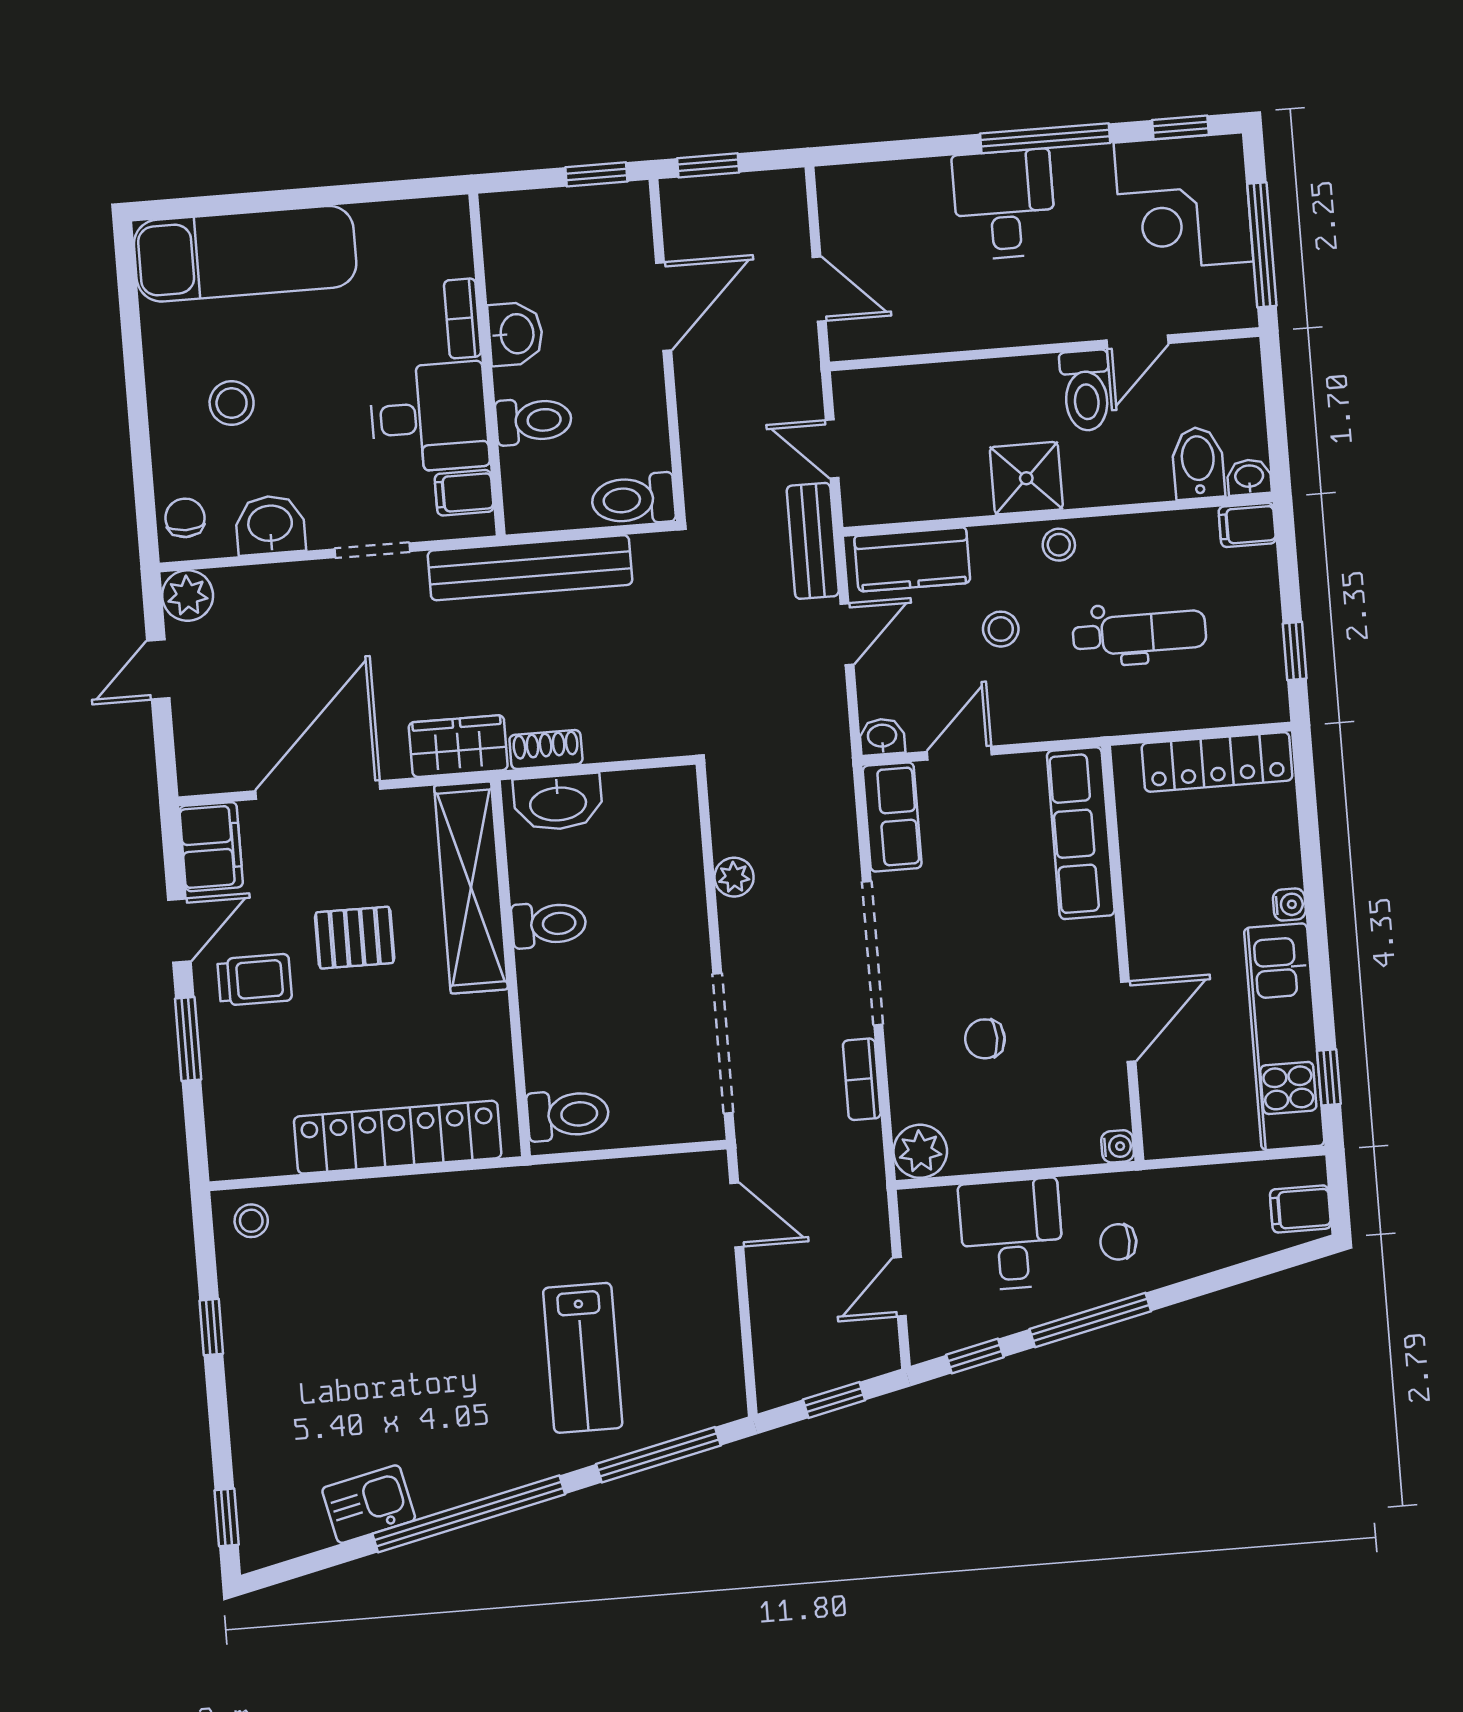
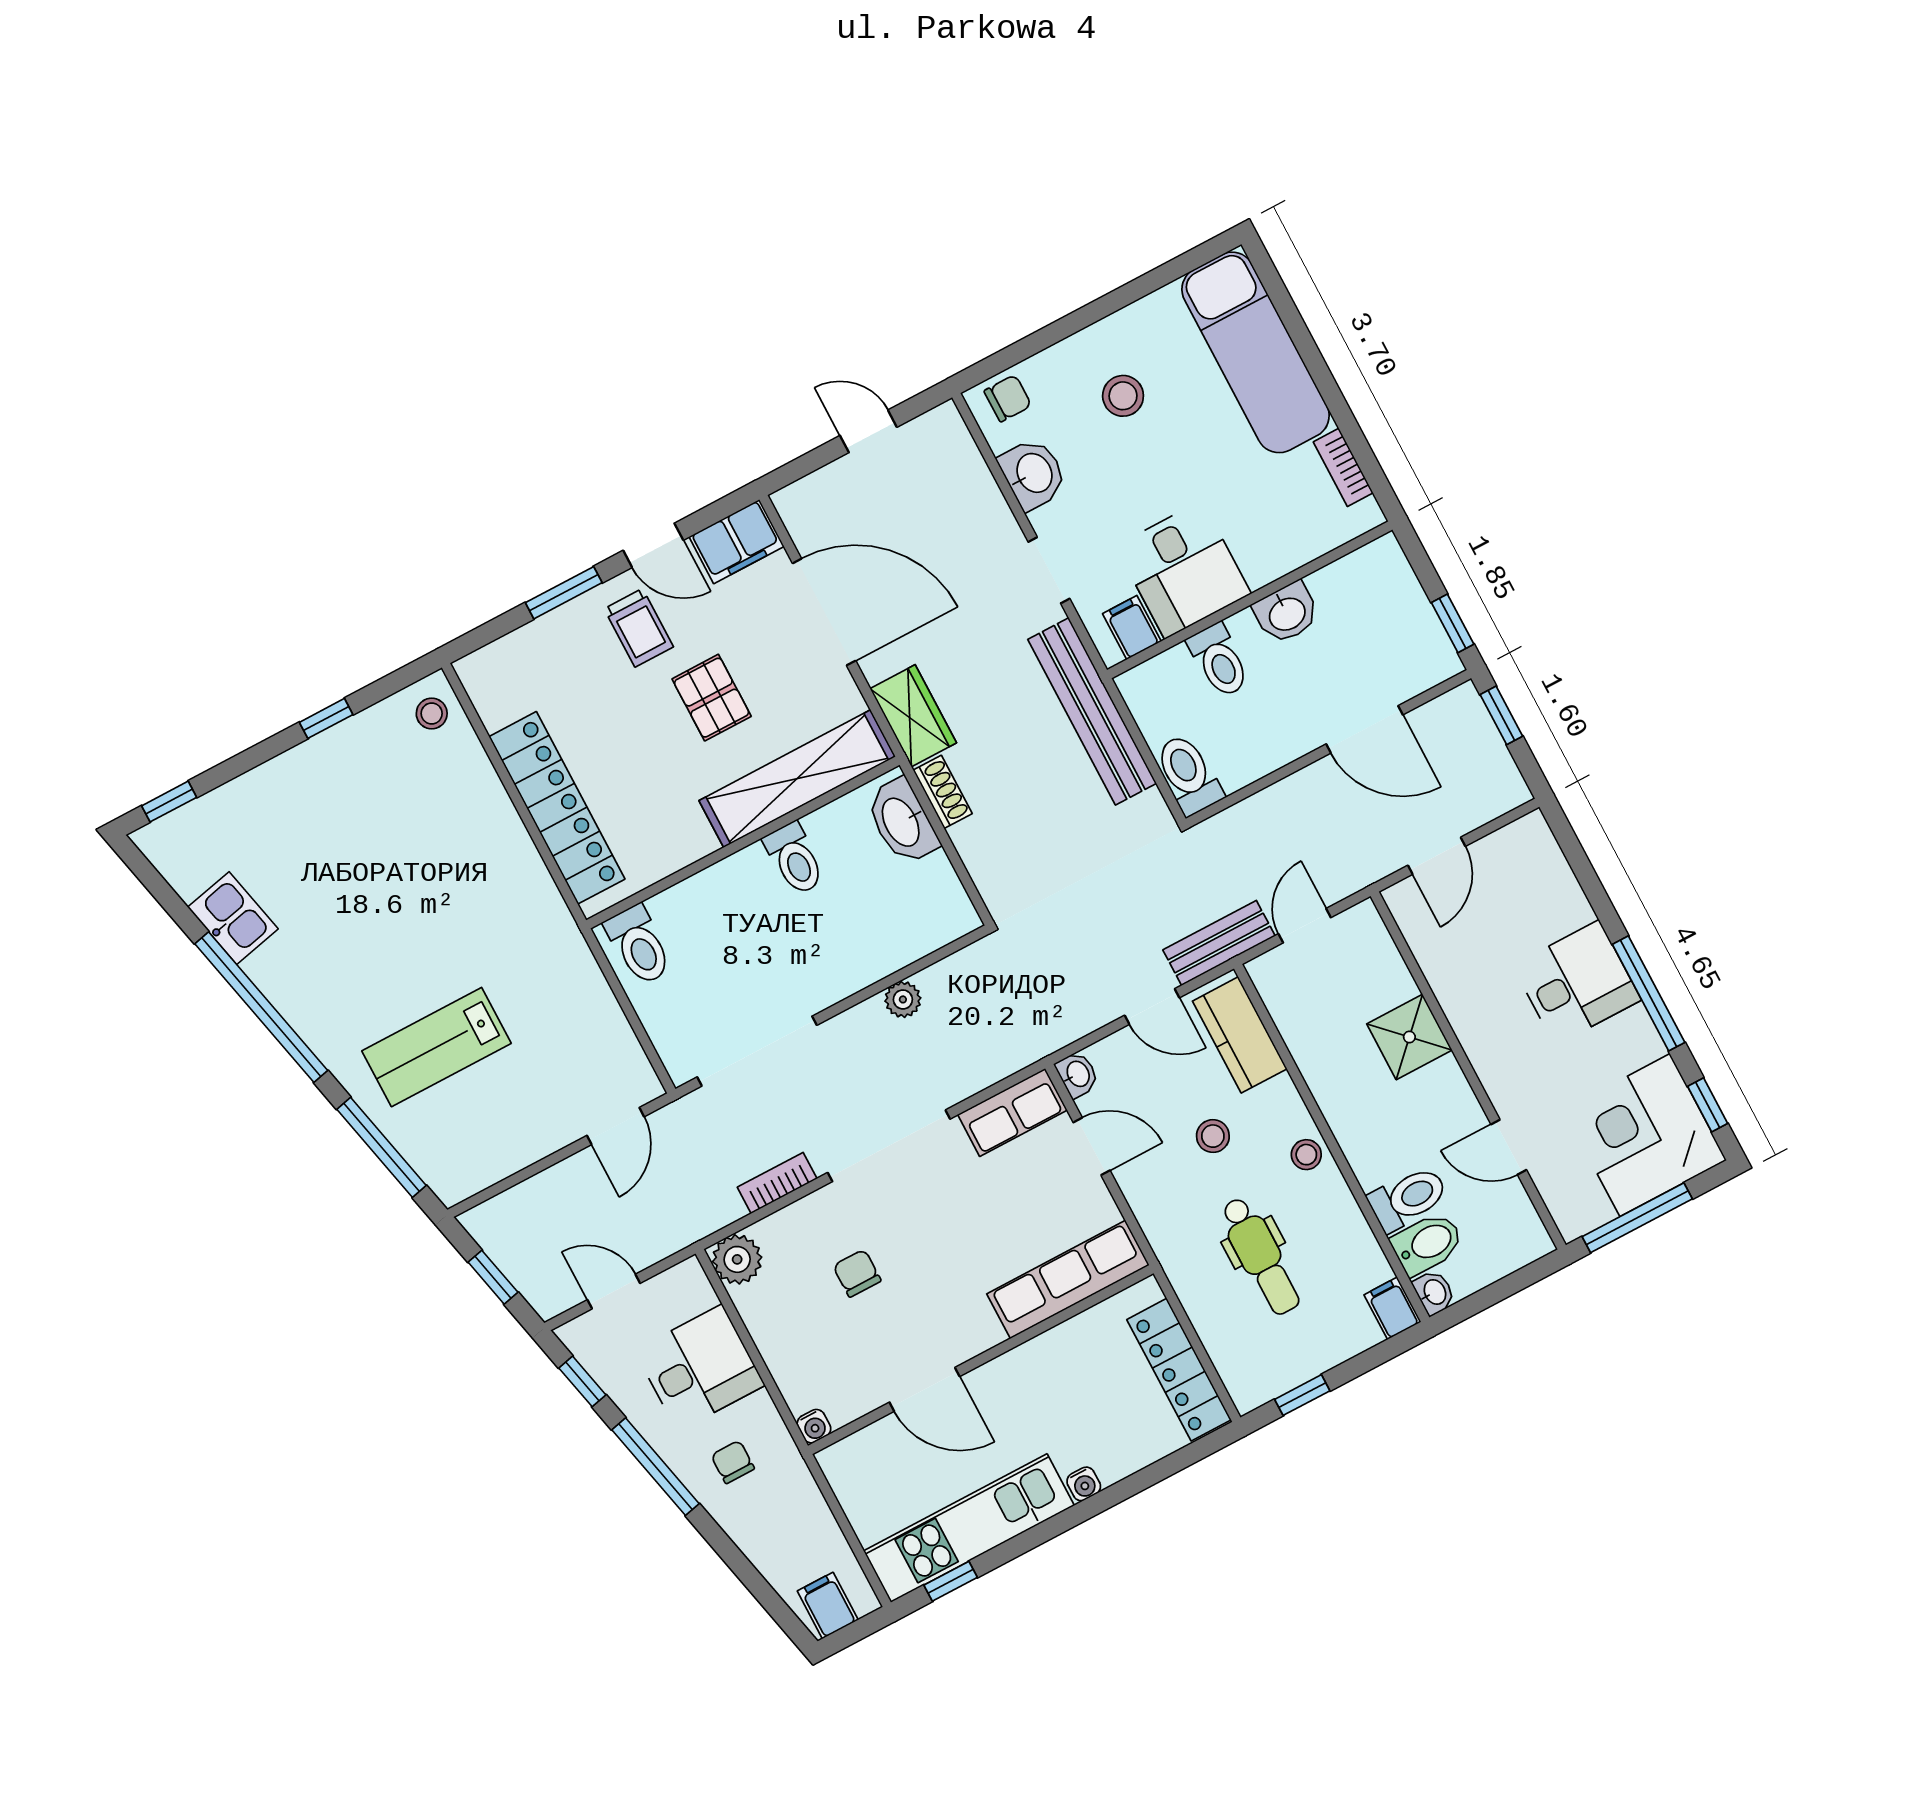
bookcase: (462, 318) -> (1343, 467), moved, turned -90
toilet: (1086, 391) -> (1408, 1198), moved, turned 180
shower: (1026, 478) -> (1409, 1037), moved
plant: (188, 596) -> (942, 429), removed

